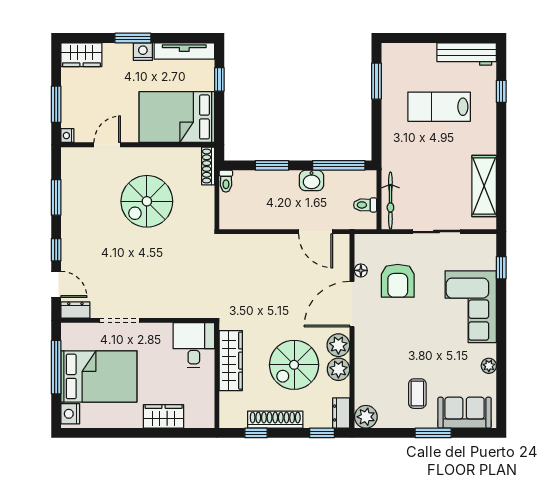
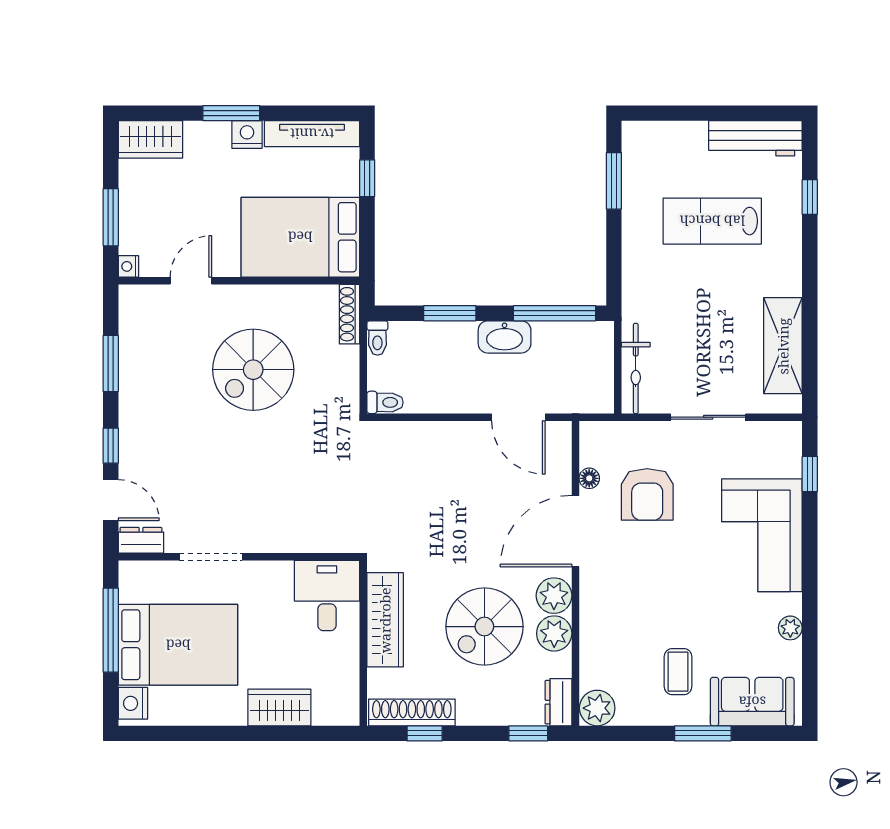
washbasin: (312, 180) -> (505, 337), width x1.38
toilet: (365, 205) -> (385, 402), moved, turned 180
shoe rack: (275, 420) -> (412, 712), moved

